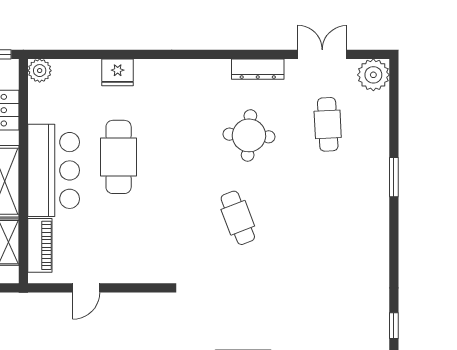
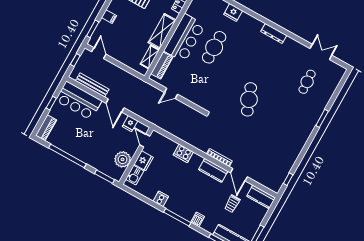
dresser: (258, 69) -> (274, 33), moved
plant: (373, 75) -> (337, 72), removed
round table: (249, 135) -> (272, 68), removed
cafe table: (238, 218) -> (249, 99), width x1.37, depth x1.35

